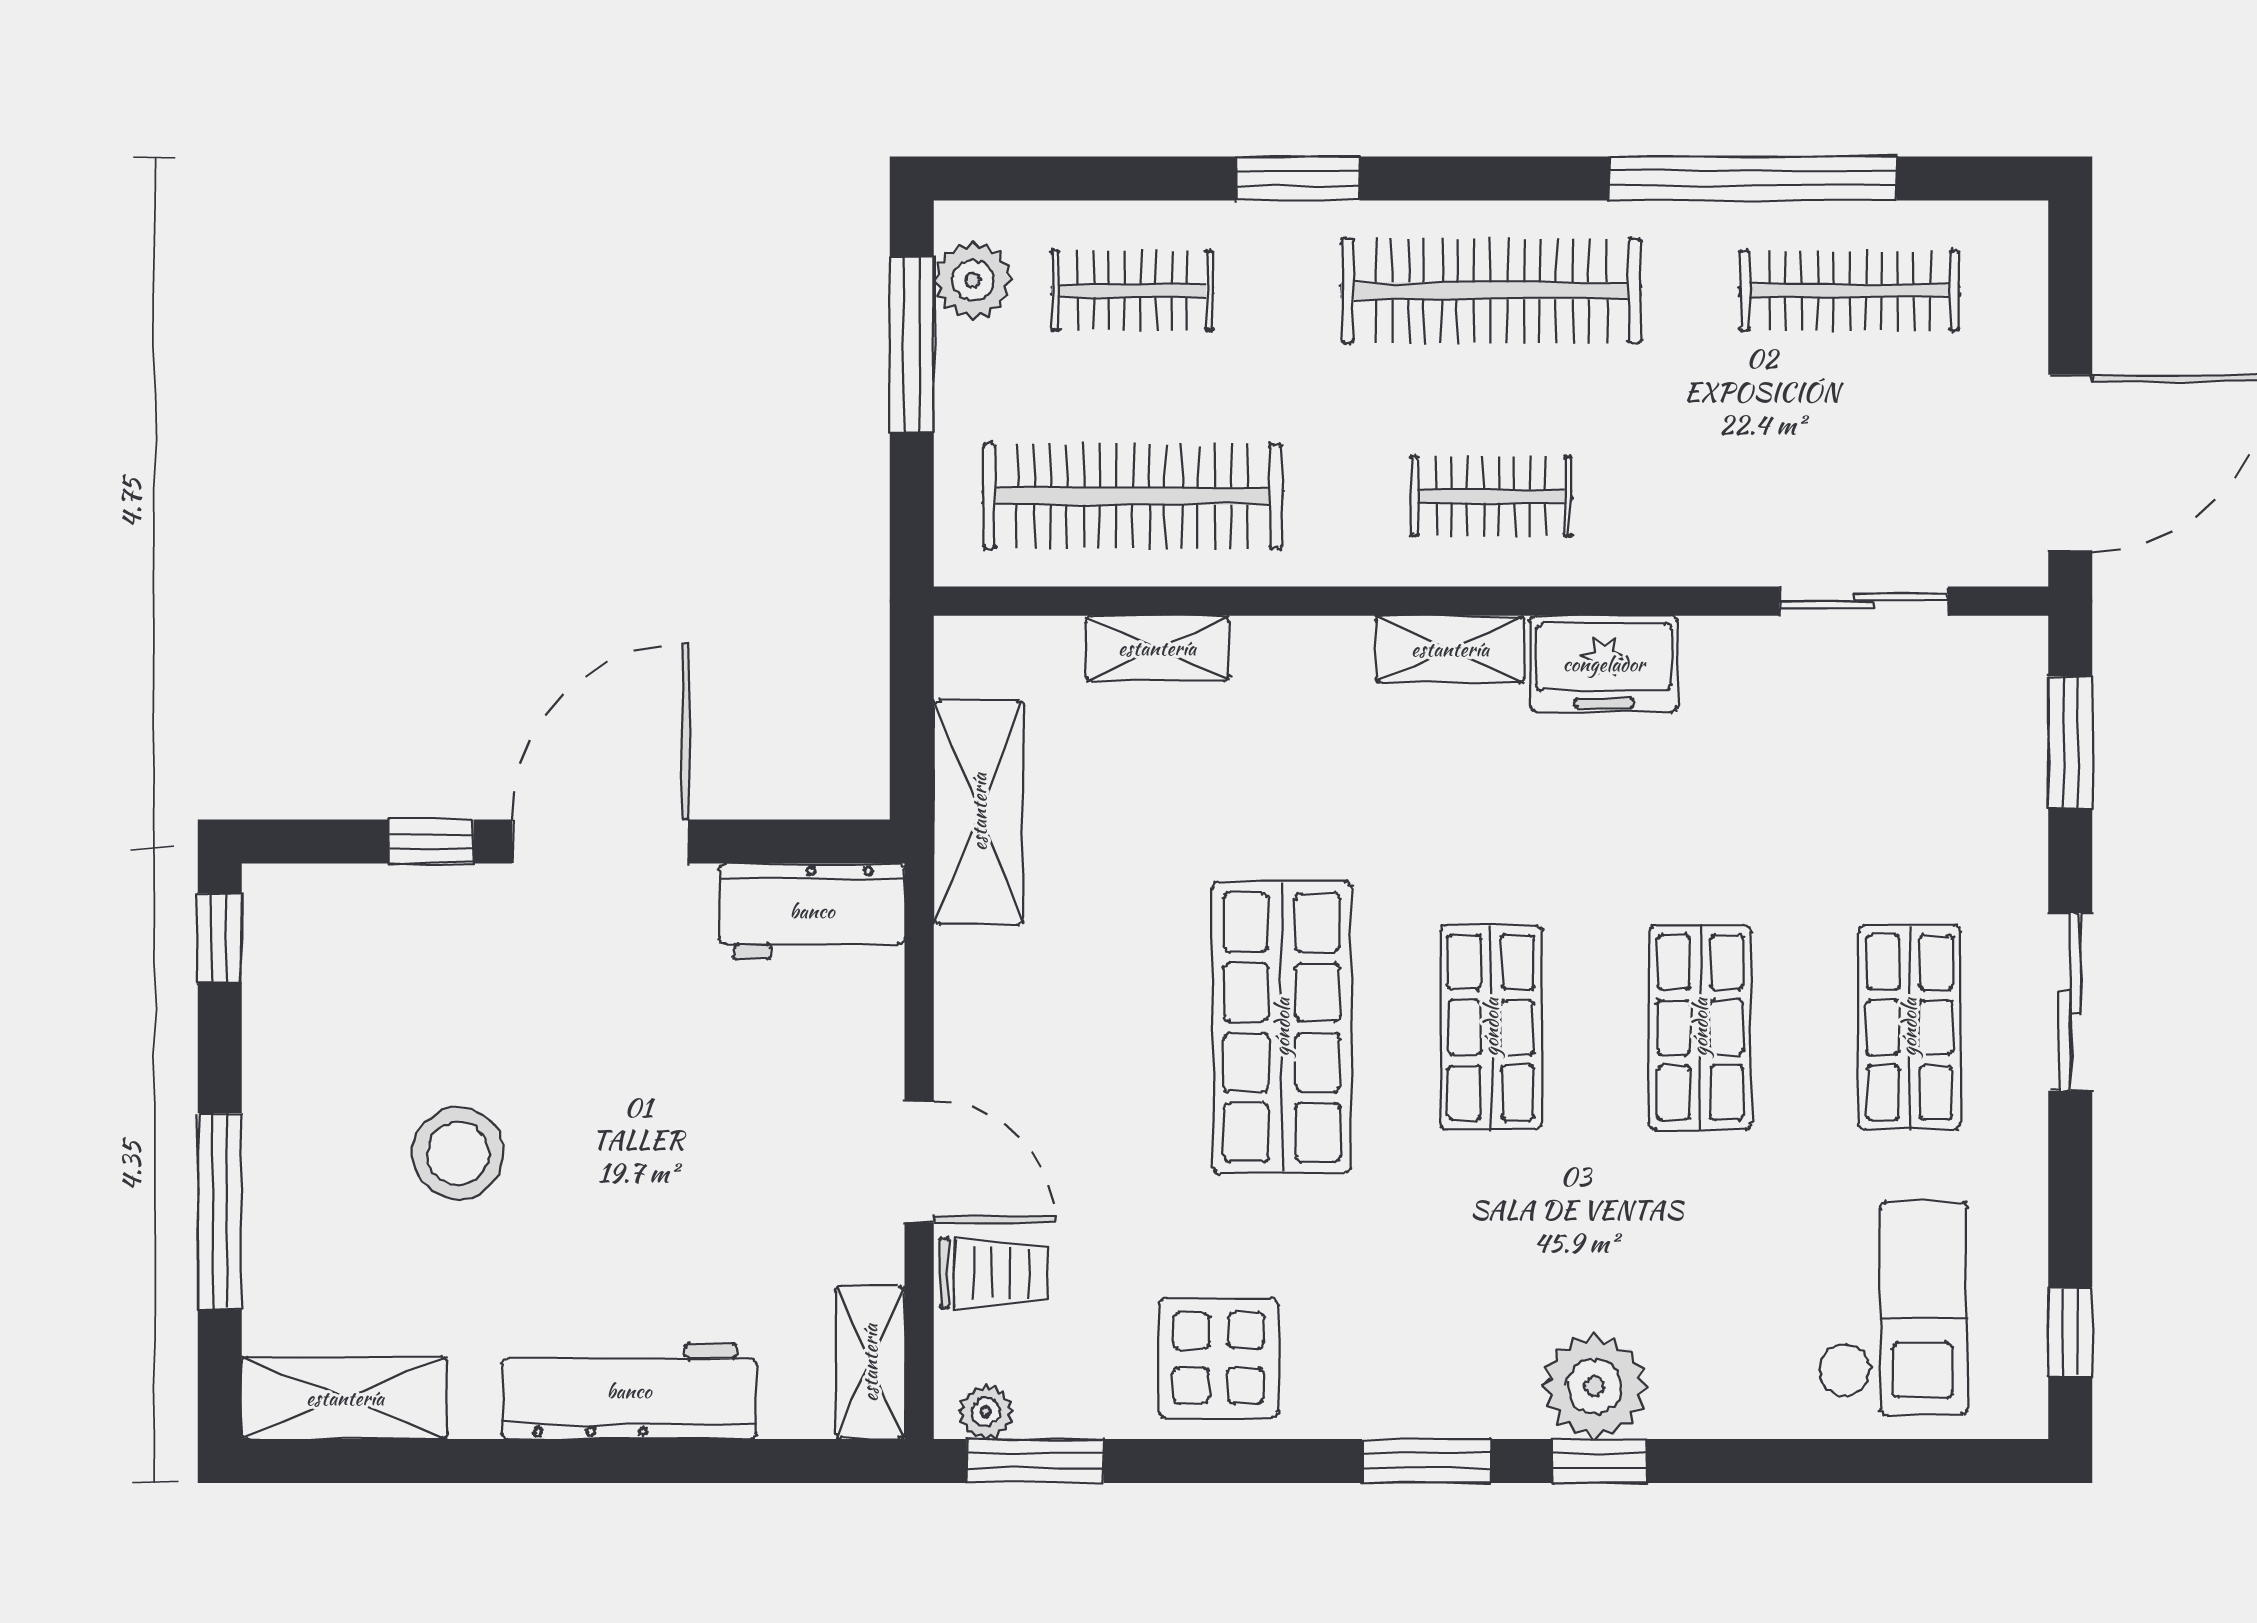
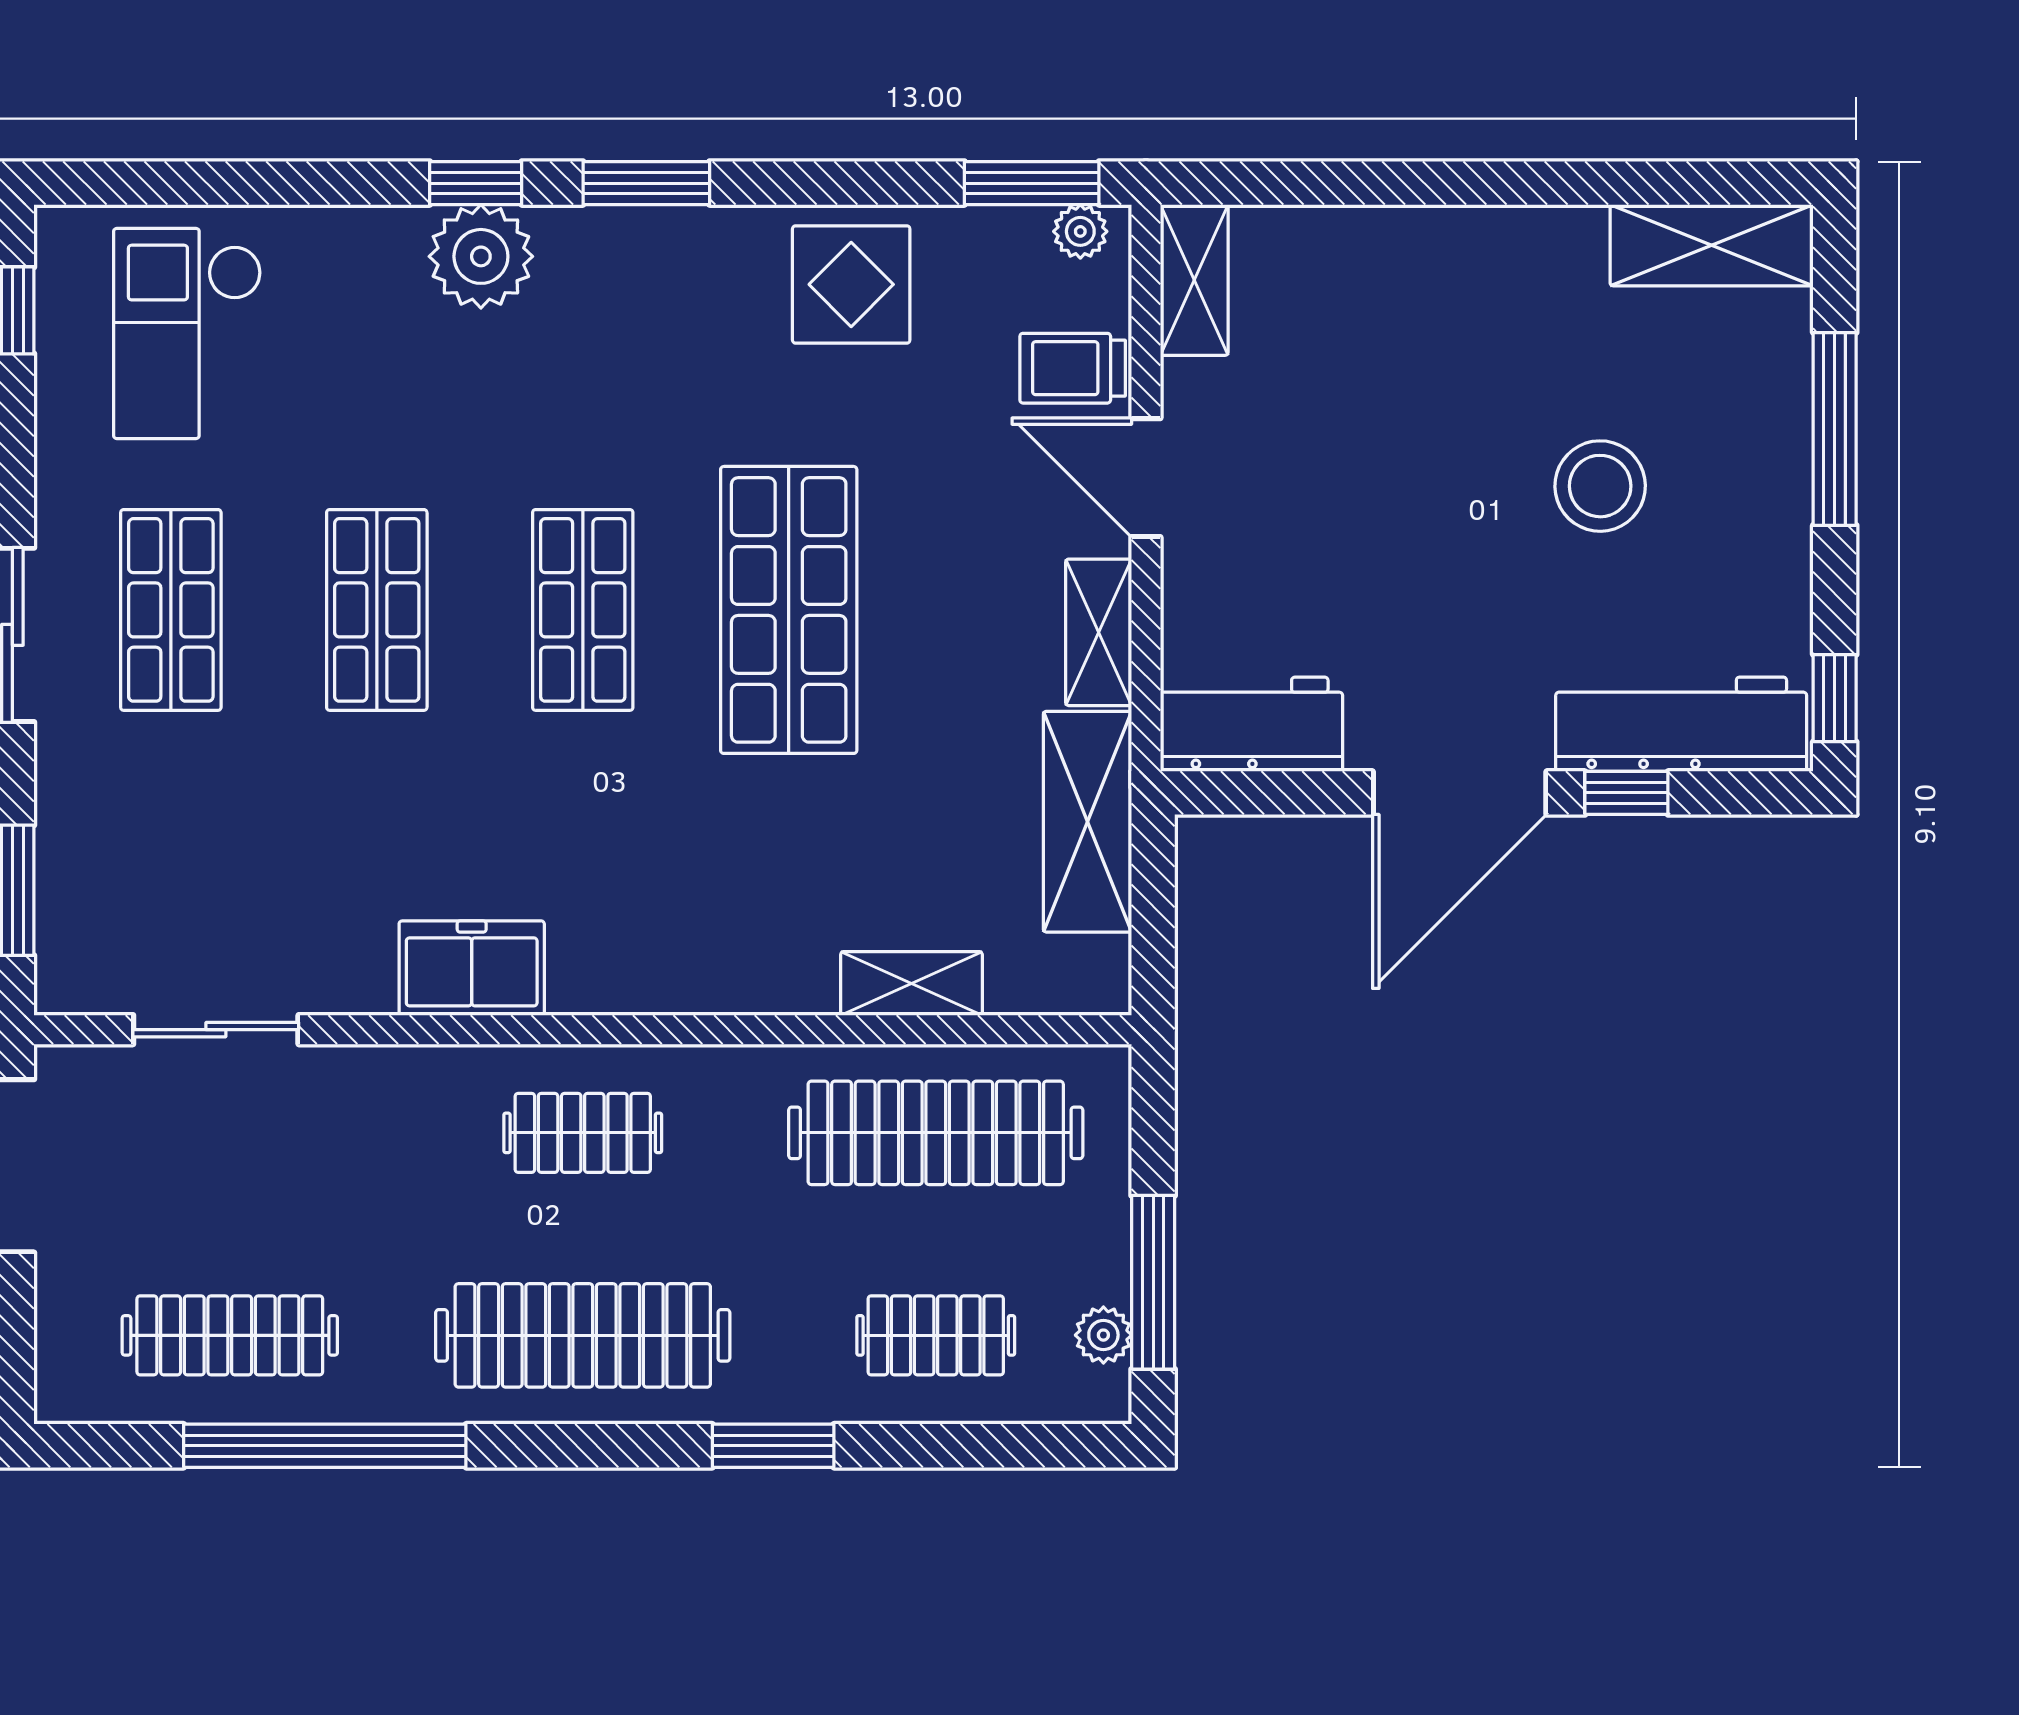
plant: (973, 280) -> (1103, 1335), width x0.73, depth x0.73
shelving: (1450, 649) -> (1099, 632), moved, turned 90
workbench: (629, 1391) -> (1681, 724), moved, turned 180

